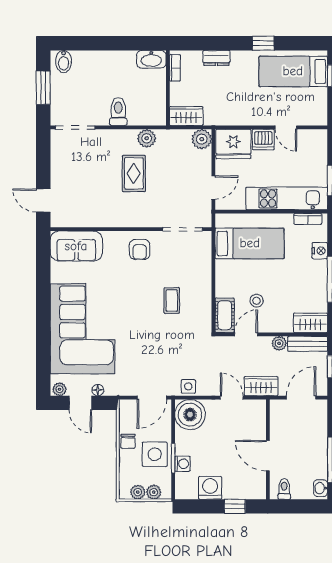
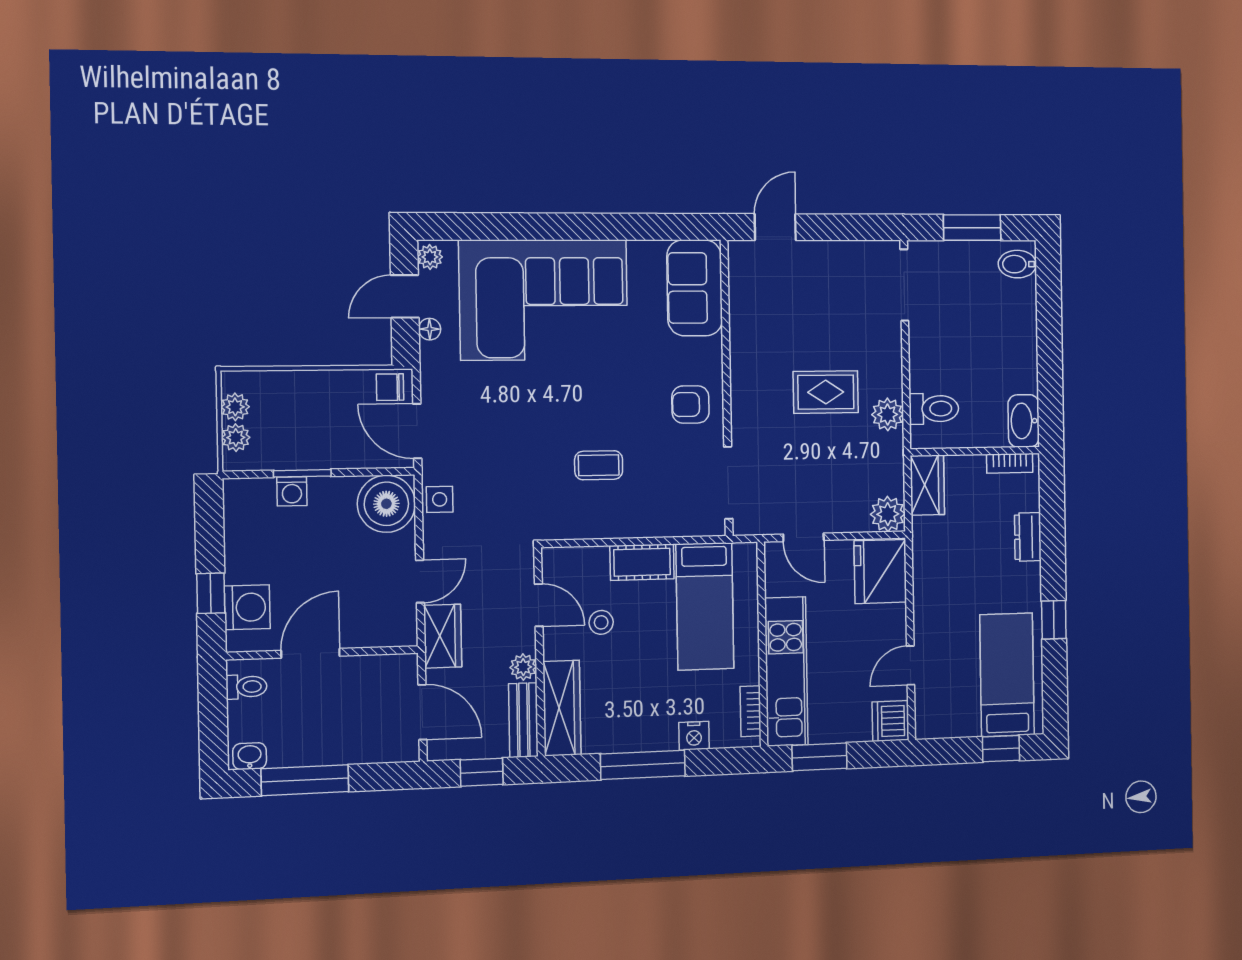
toilet: (118, 112) -> (934, 409), moved
dishwasher: (263, 140) -> (891, 721), moved
cot: (225, 315) -> (642, 562), moved
wardrobe: (310, 323) -> (562, 708), width x1.50
chair: (128, 441) -> (390, 387), moved
side table: (155, 454) -> (309, 438), removed
washing machine: (210, 488) -> (247, 607), moved

